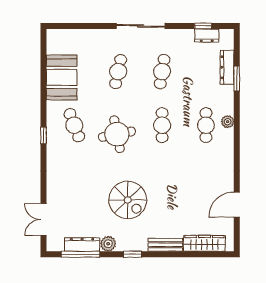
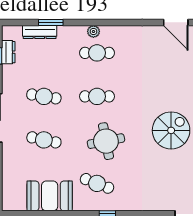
cafe table: (74, 125) -> (97, 183), turned 42

